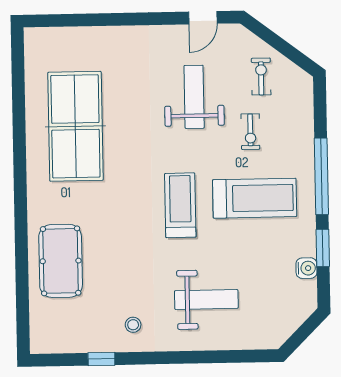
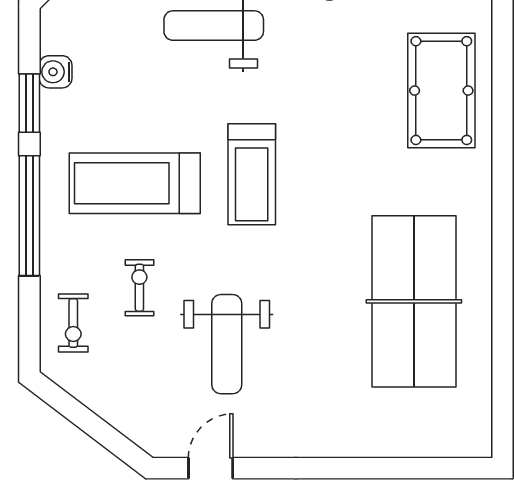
exercise bike: (261, 77) -> (73, 323), moved

